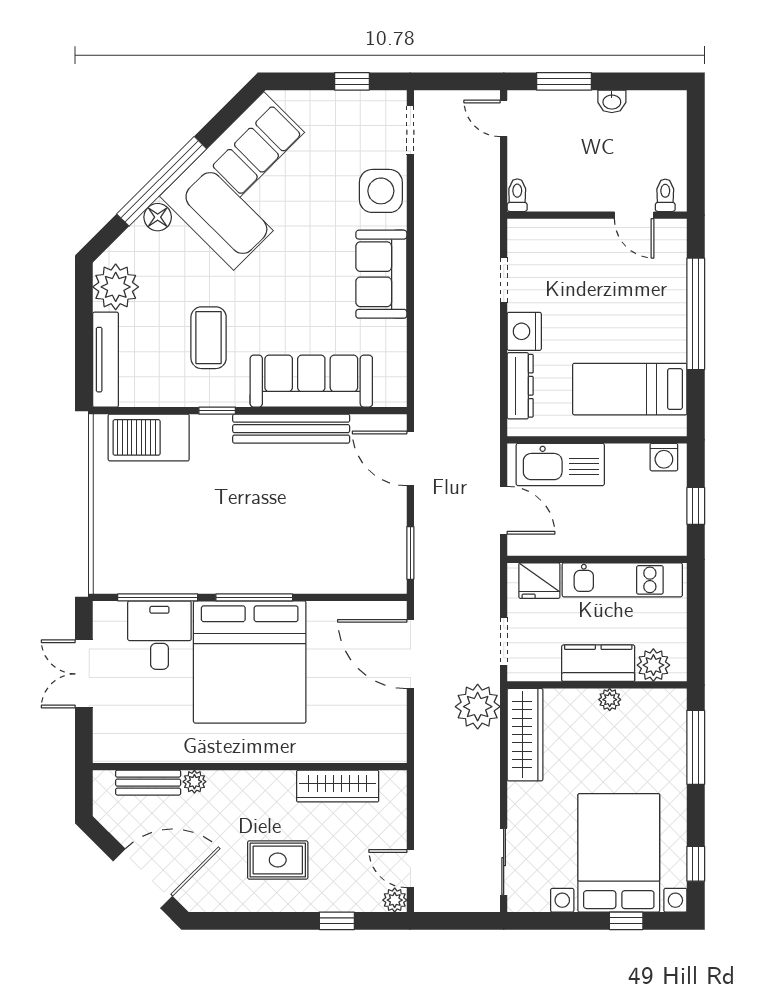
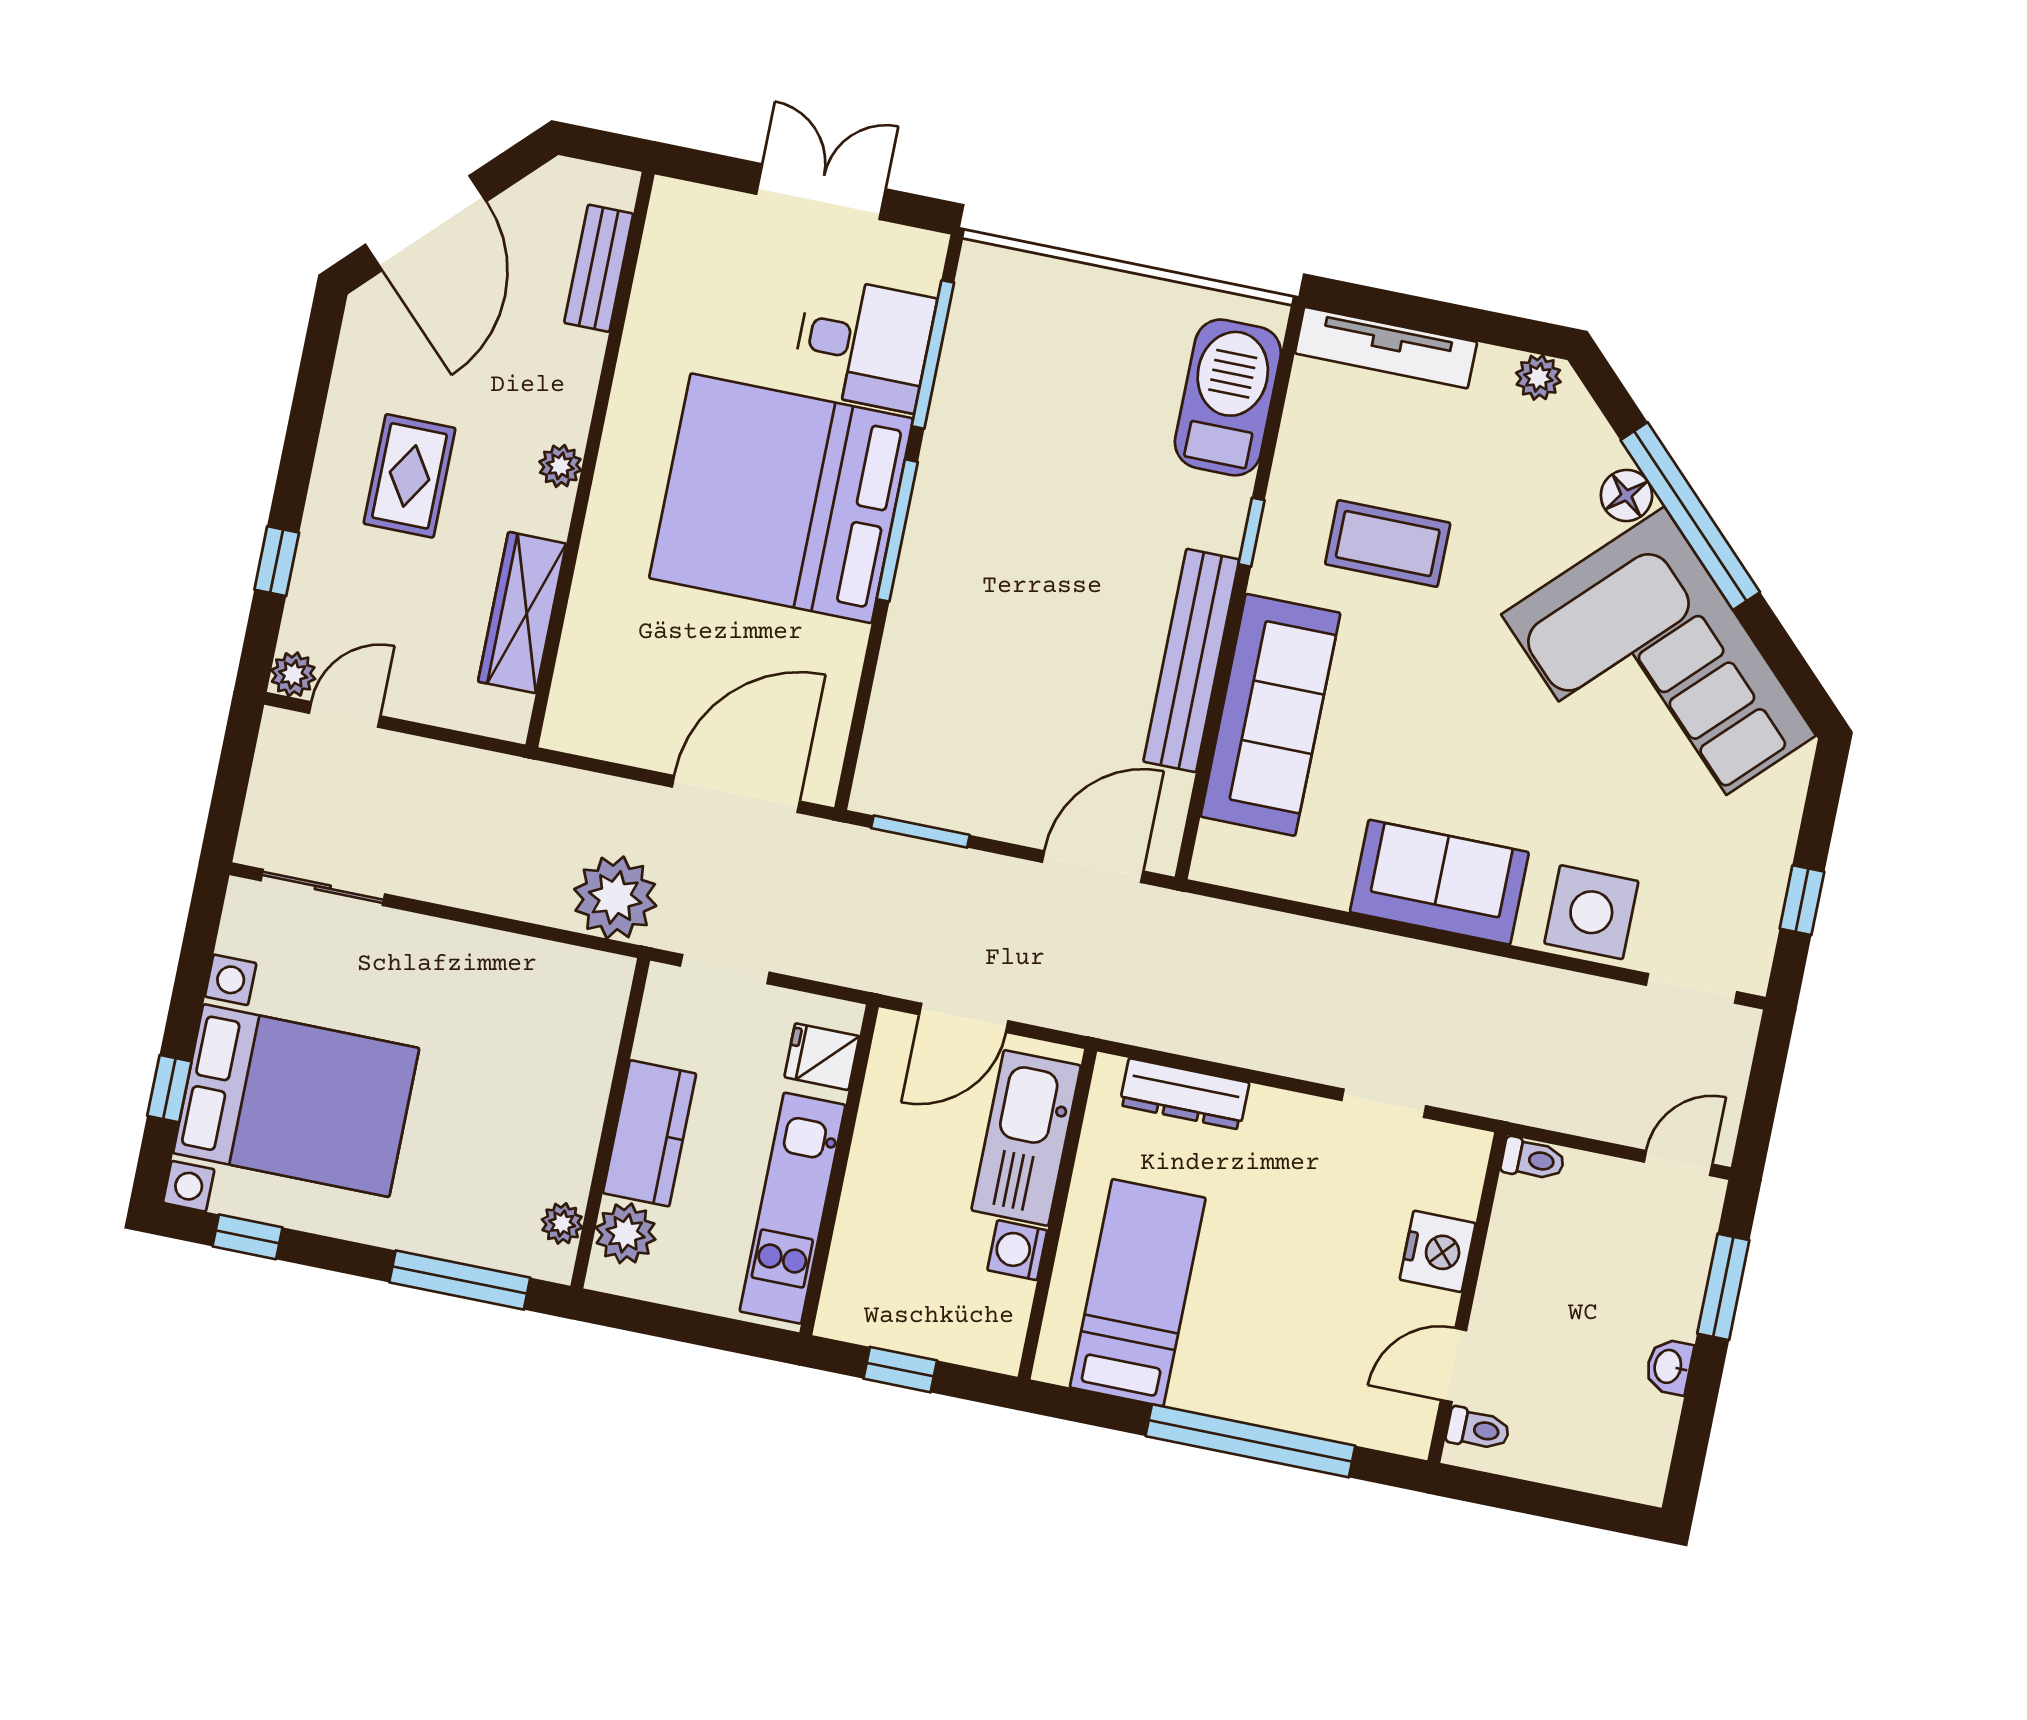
plant: (116, 287) -> (1538, 377), width x0.53, depth x0.53
nightstand: (524, 331) -> (1438, 1251), moved, turned 90
washing machine: (664, 457) -> (1017, 1250), moved
fridge: (539, 581) -> (822, 1057), width x0.72
plant: (610, 700) -> (562, 1223), moved
wardrobe: (525, 735) -> (546, 973), removed
plant: (194, 782) -> (560, 466), moved

